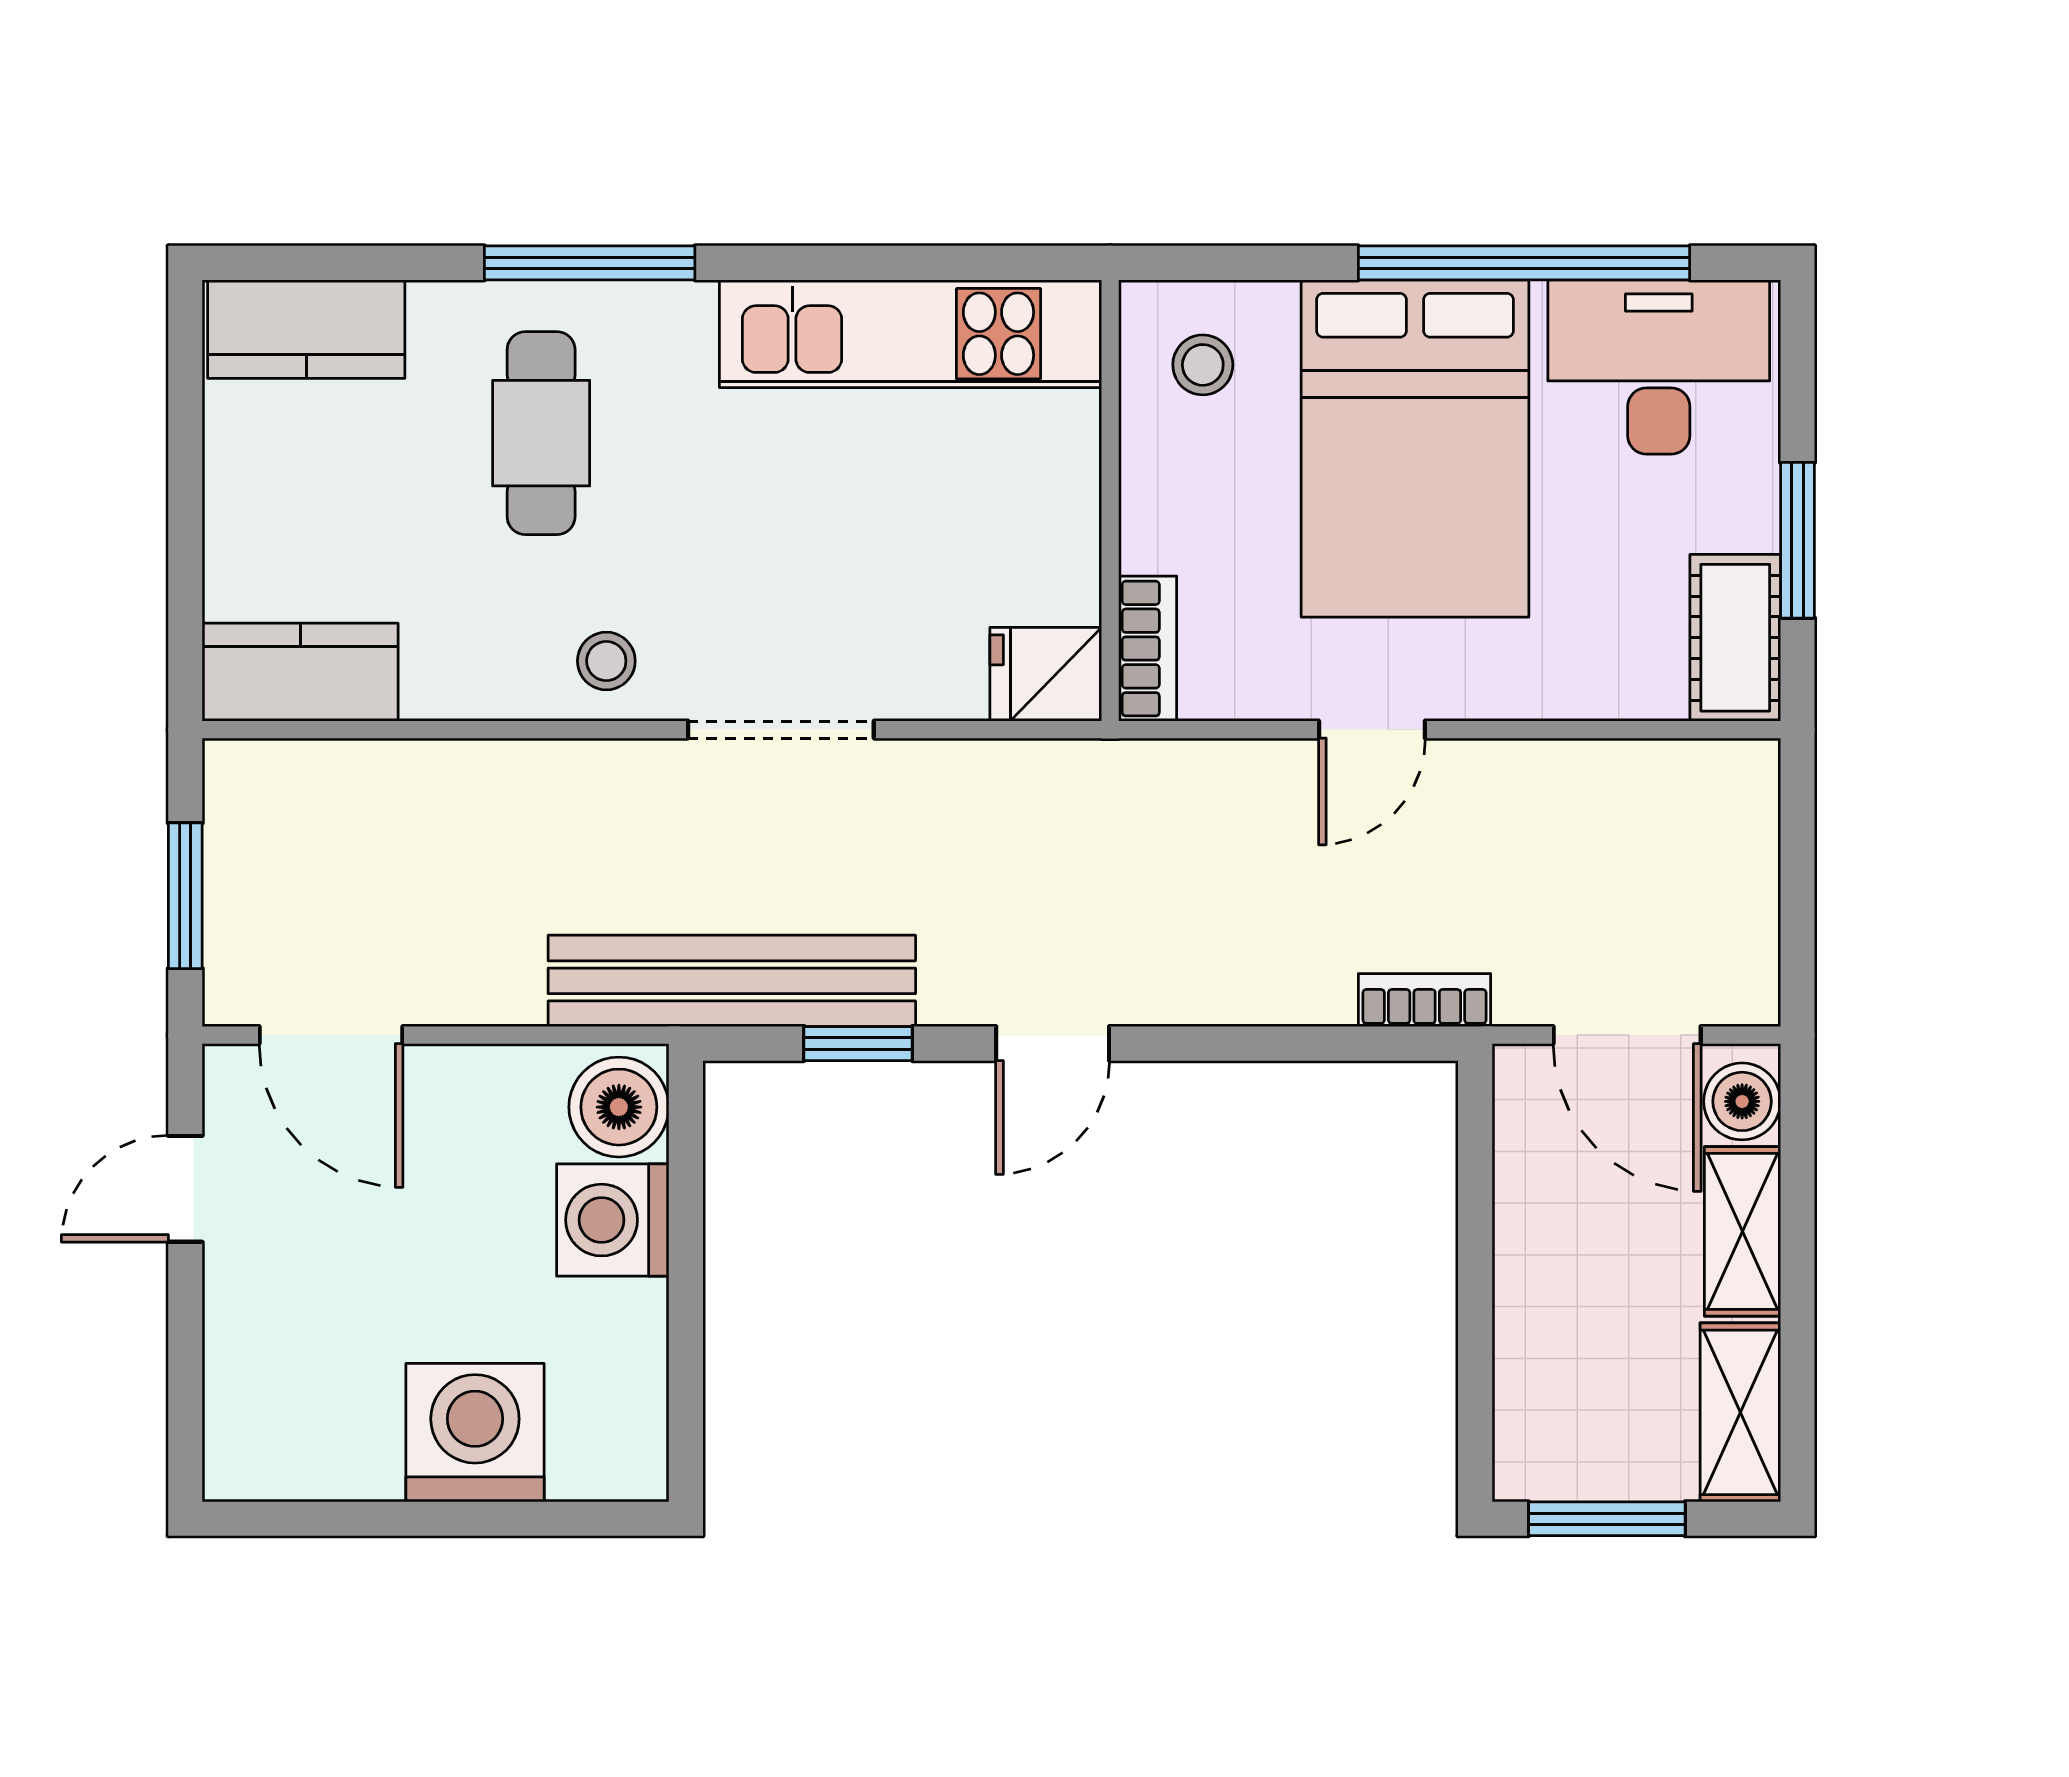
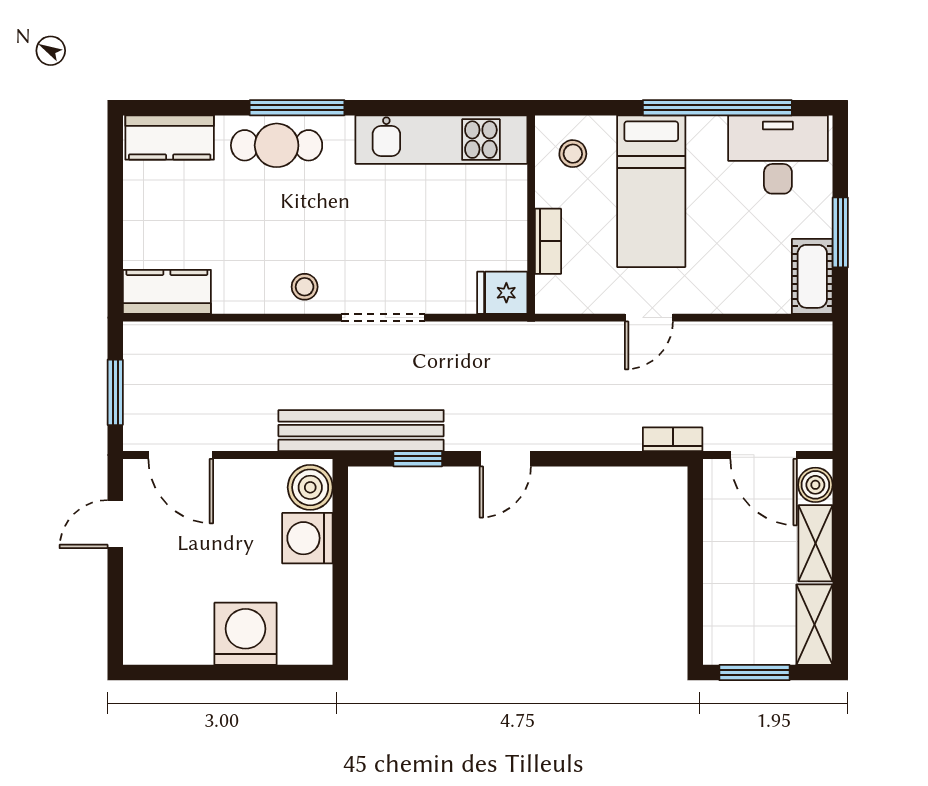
cafe table: (541, 433) -> (277, 145), moved, turned 90
bed: (1415, 448) -> (651, 191), width x0.67
bookcase: (1148, 649) -> (548, 241), moved

